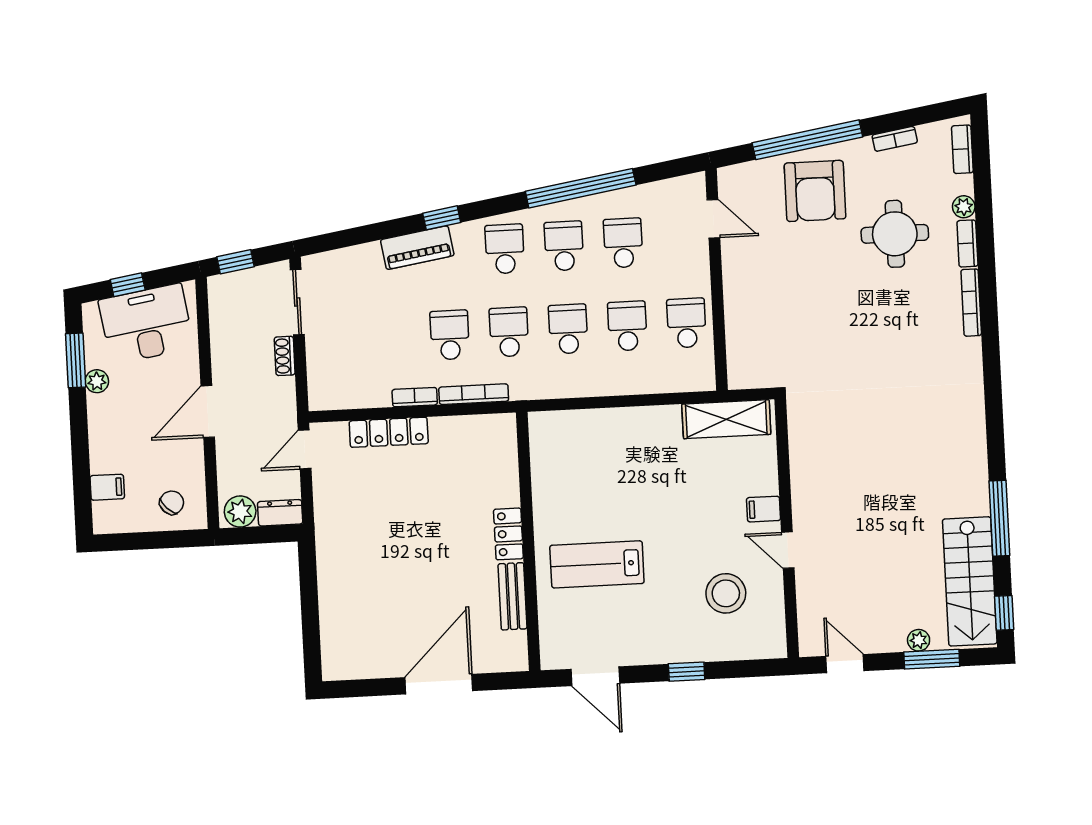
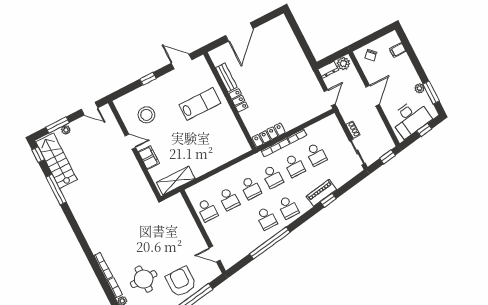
window: (442, 218) -> (328, 200), moved
school desk: (623, 243) -> (316, 154), moved
locker: (389, 432) -> (269, 135), moved
filing cabinet: (764, 509) -> (149, 158), width x2.00

